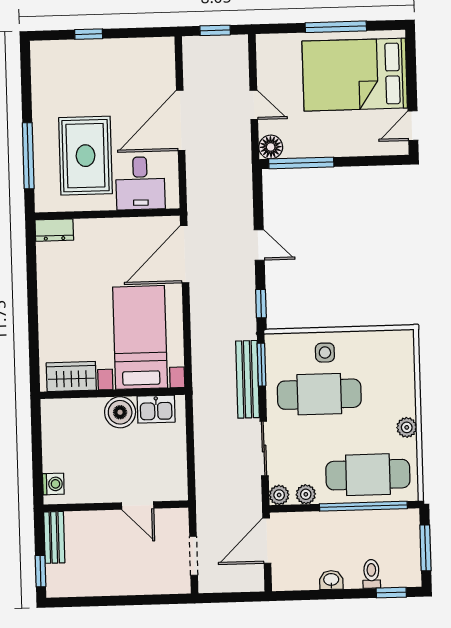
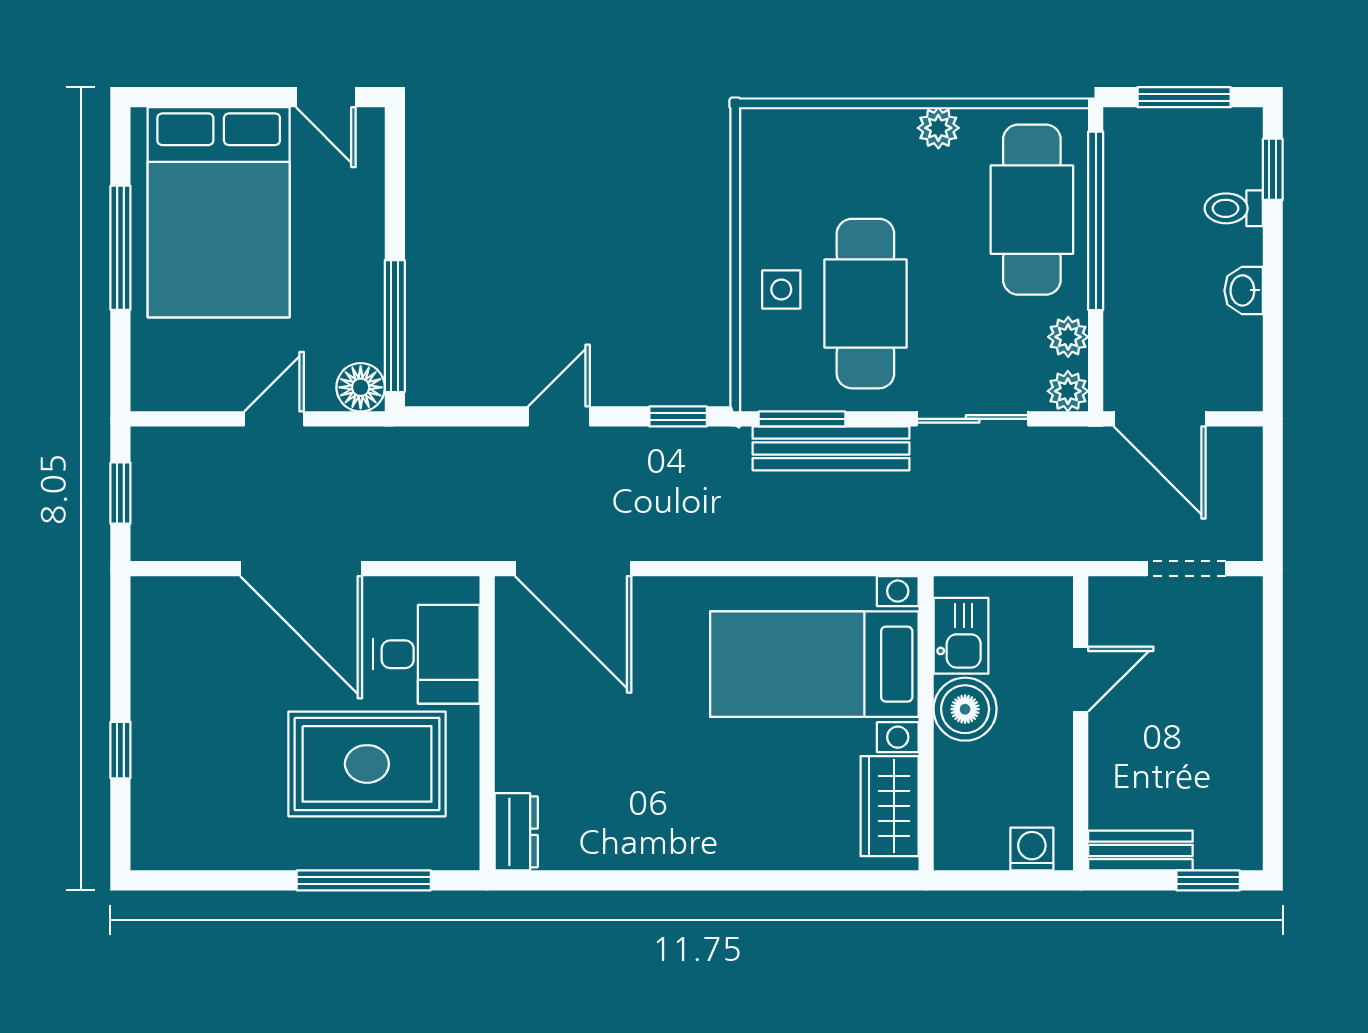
bed with nightstands: (140, 337) -> (814, 664), moved
wardrobe: (71, 377) -> (890, 806), moved
wall: (113, 393) -> (926, 723), moved
kitchen sink: (156, 409) -> (961, 636), moved
boiler: (120, 412) -> (965, 709), moved

